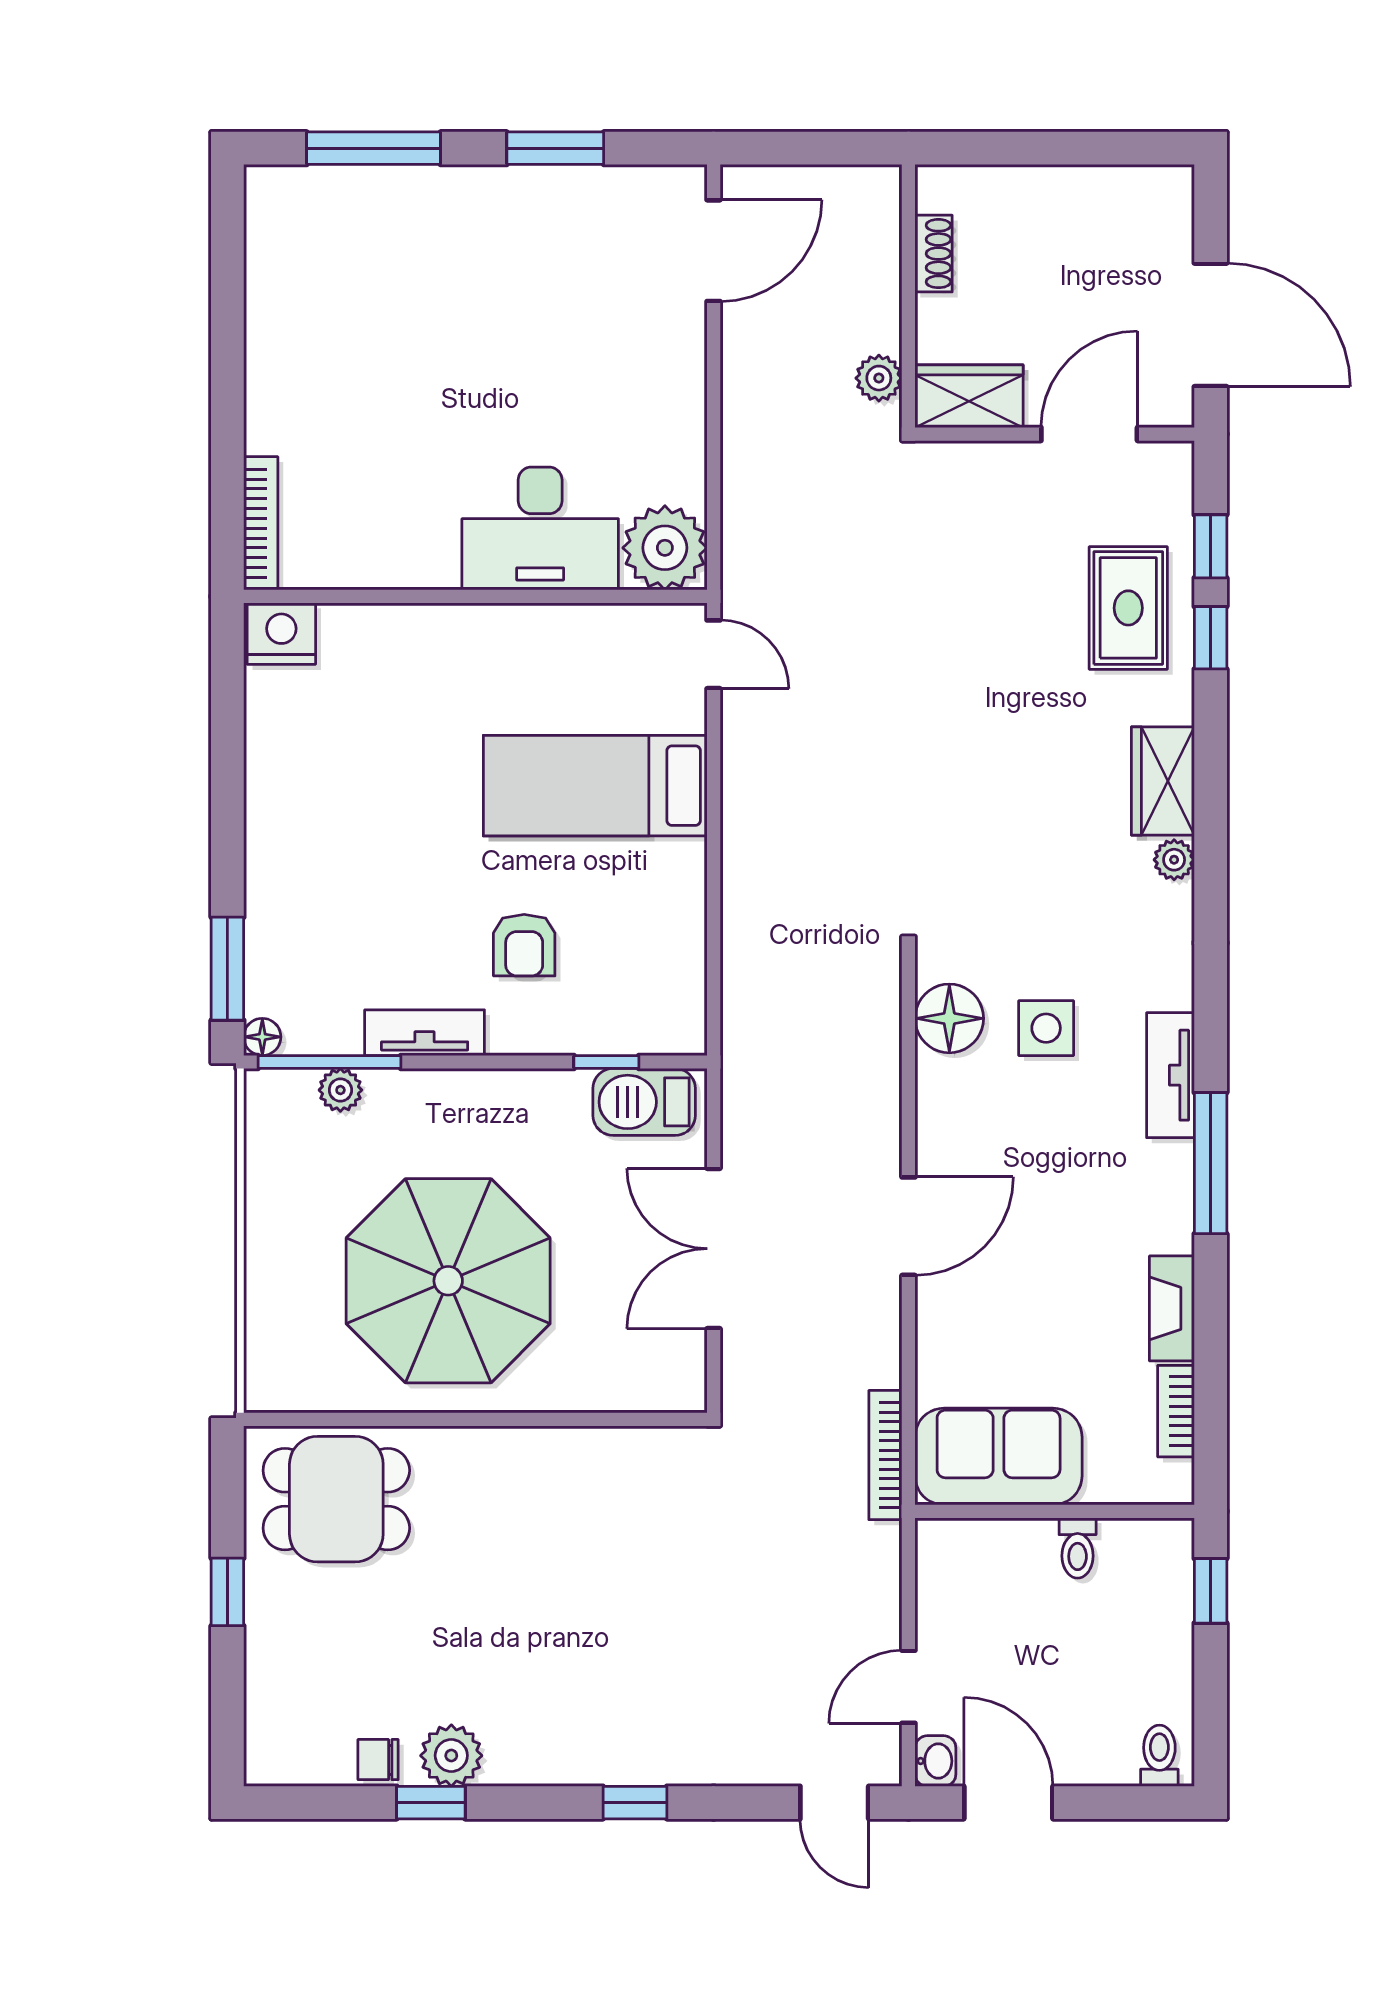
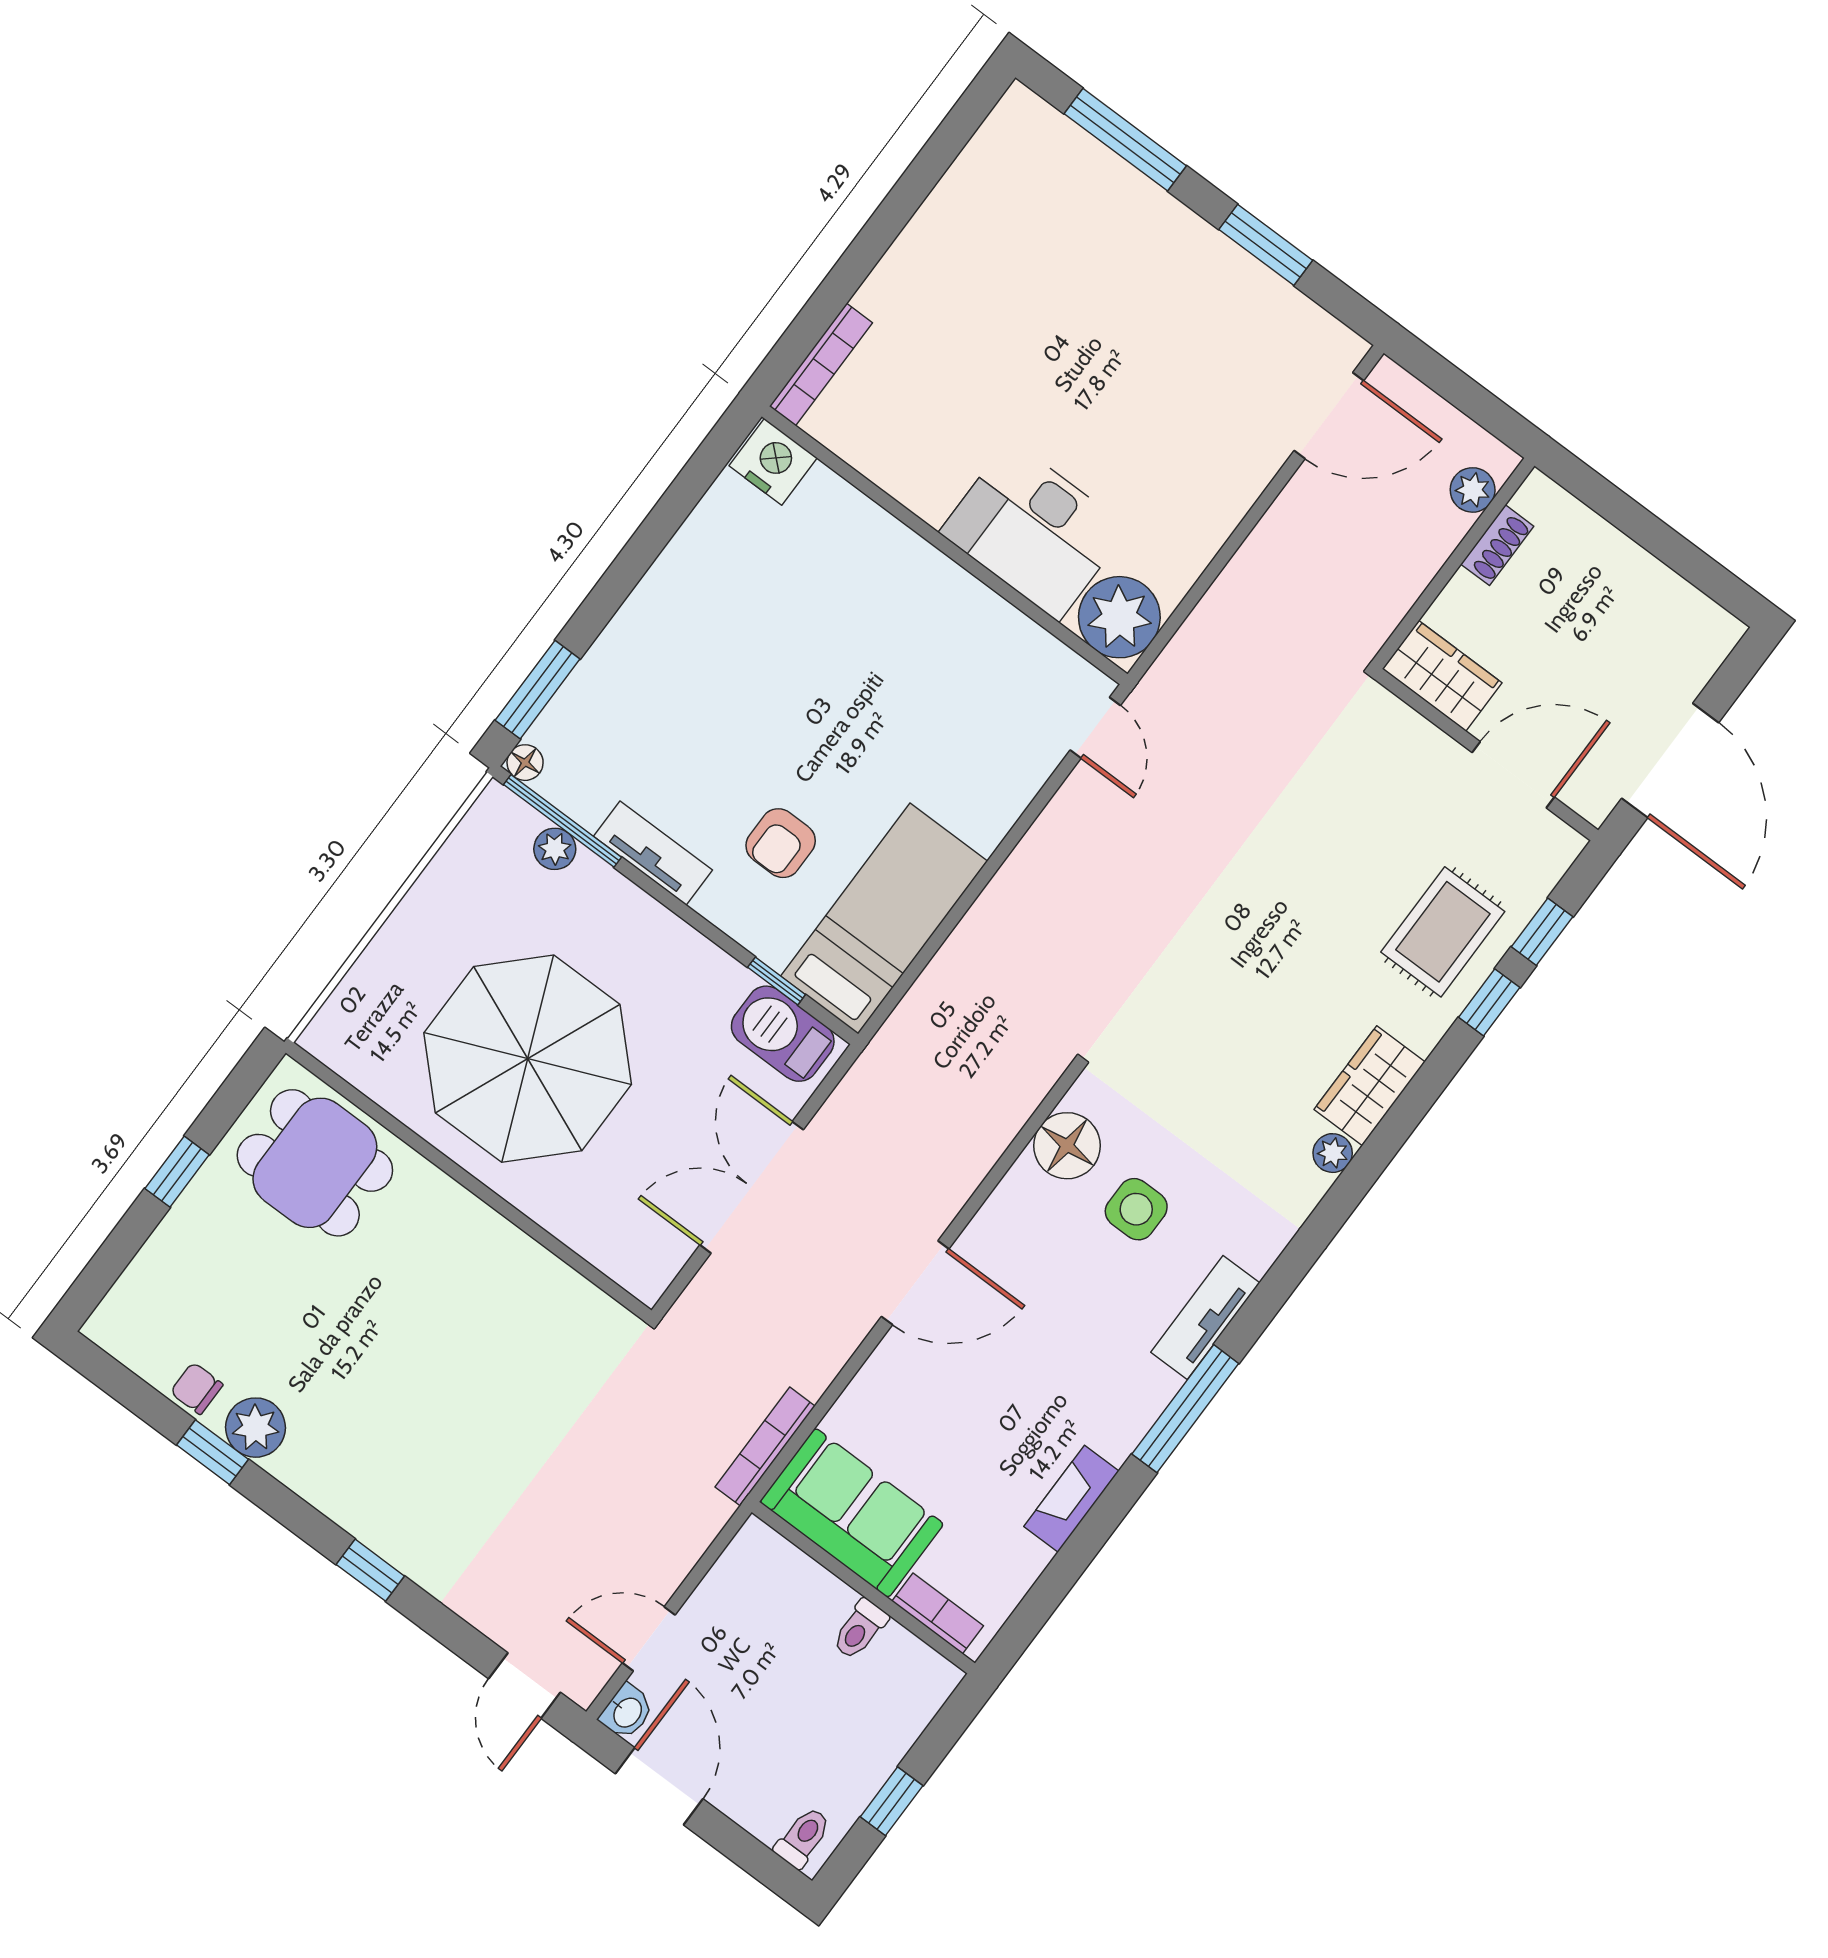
plant: (879, 378) -> (1473, 490), moved
bed: (595, 786) -> (884, 919), moved, turned 90
bookcase: (1176, 1411) -> (938, 1613), moved, turned 90
window: (1211, 1591) -> (892, 1801), moved

